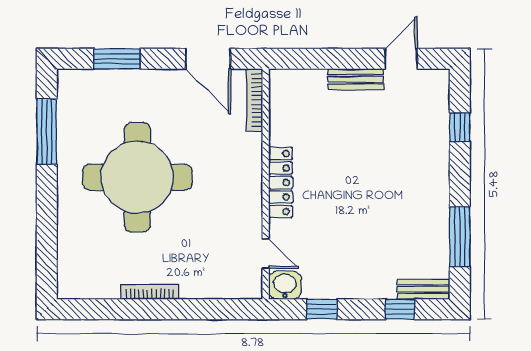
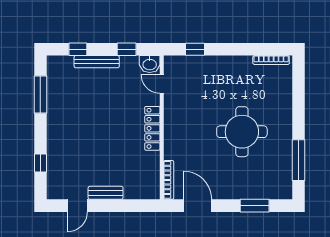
round table: (137, 177) -> (242, 132), width x0.73, depth x0.73
bench: (424, 289) -> (97, 62), moved, width x1.36
bookcase: (150, 292) -> (271, 60), moved
window: (212, 309) -> (195, 49), added

